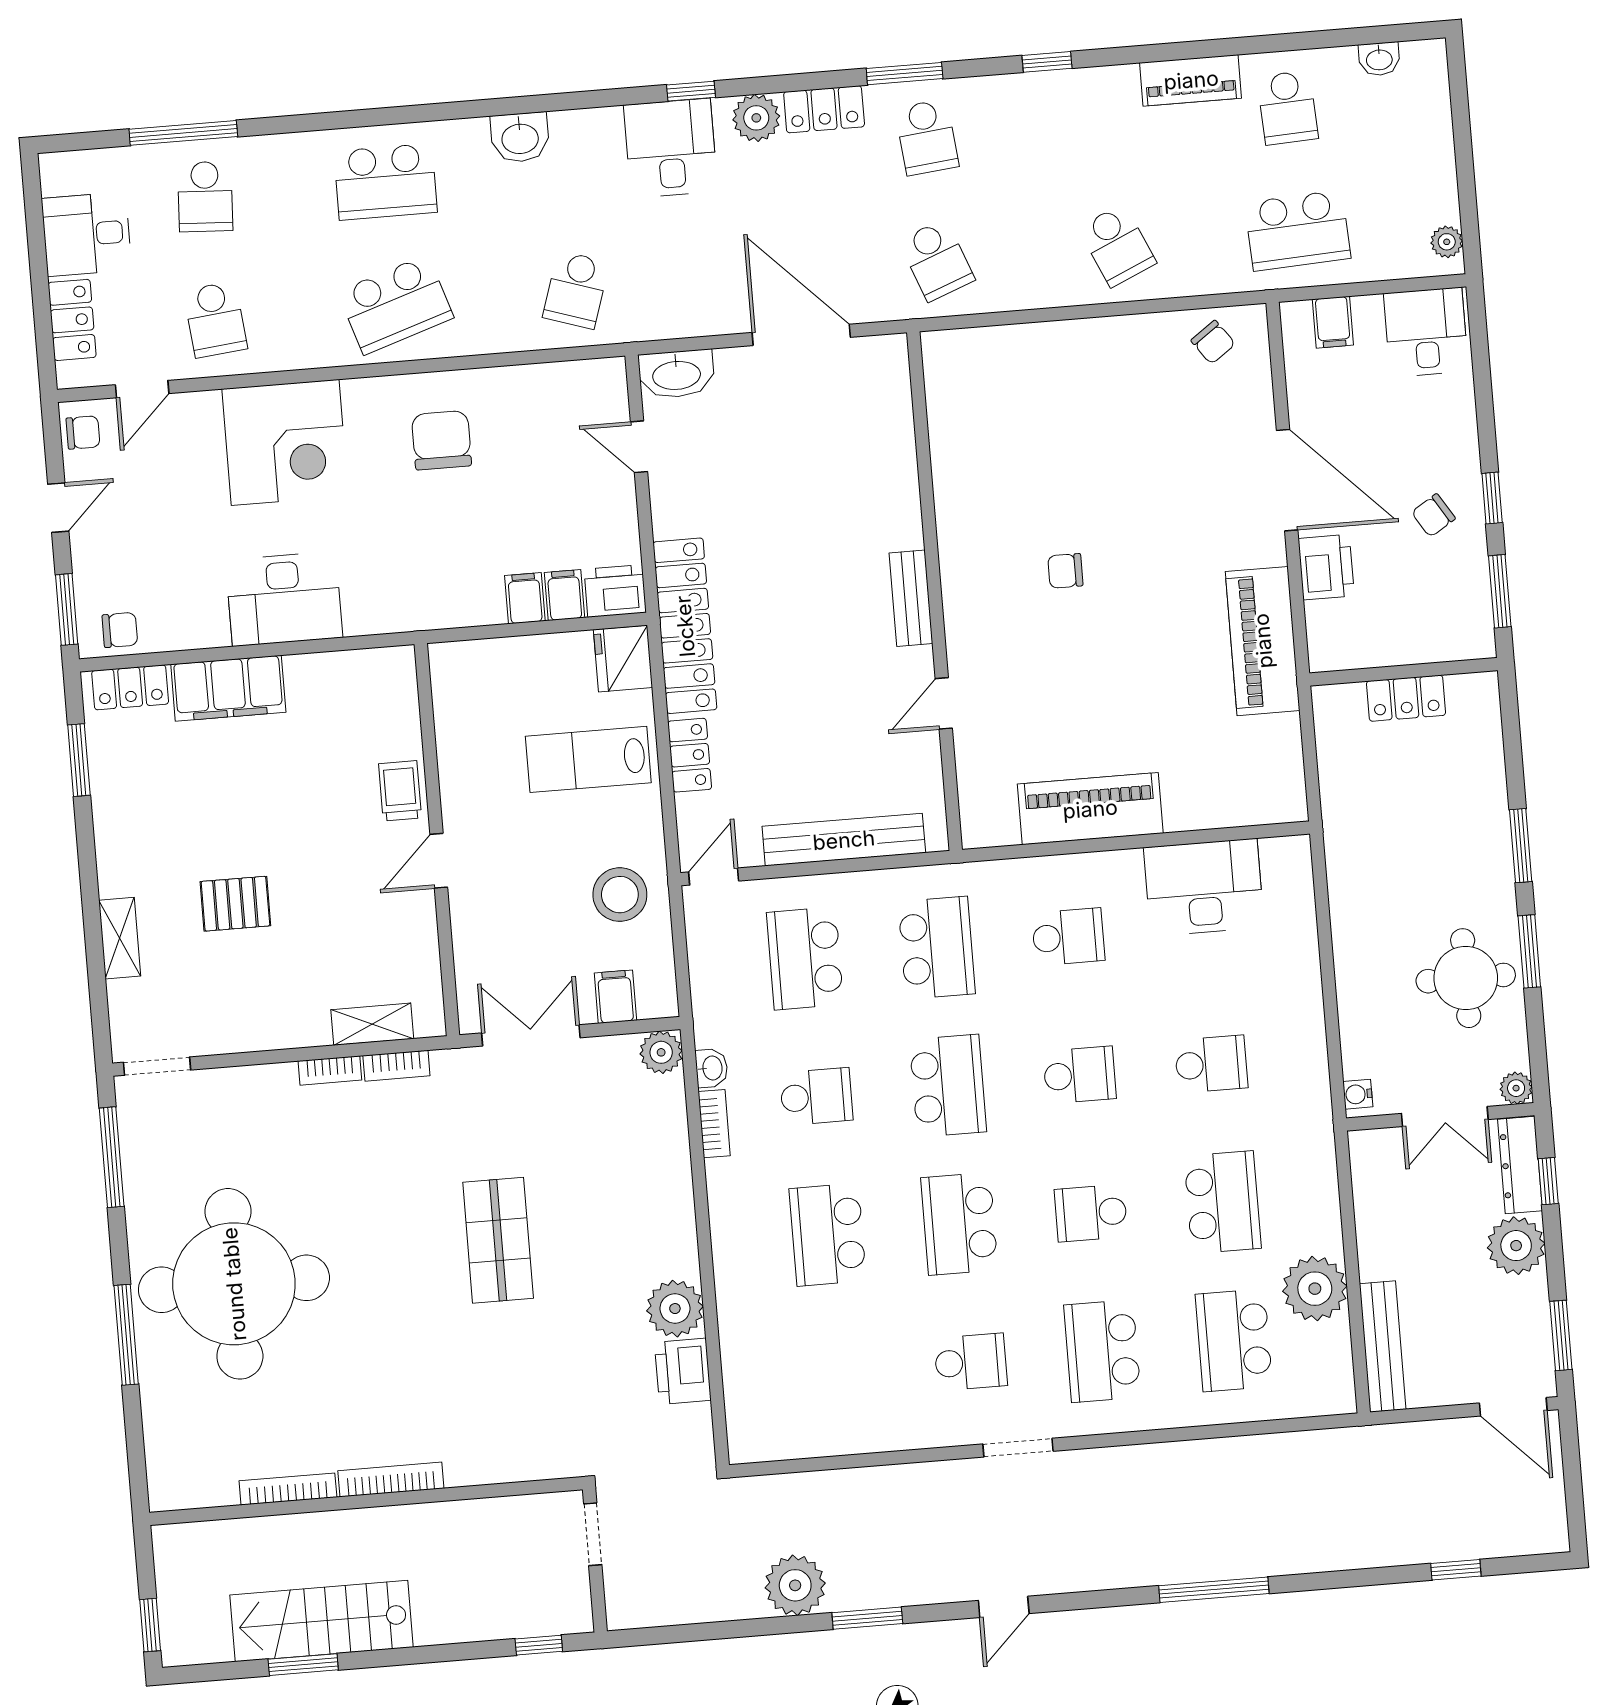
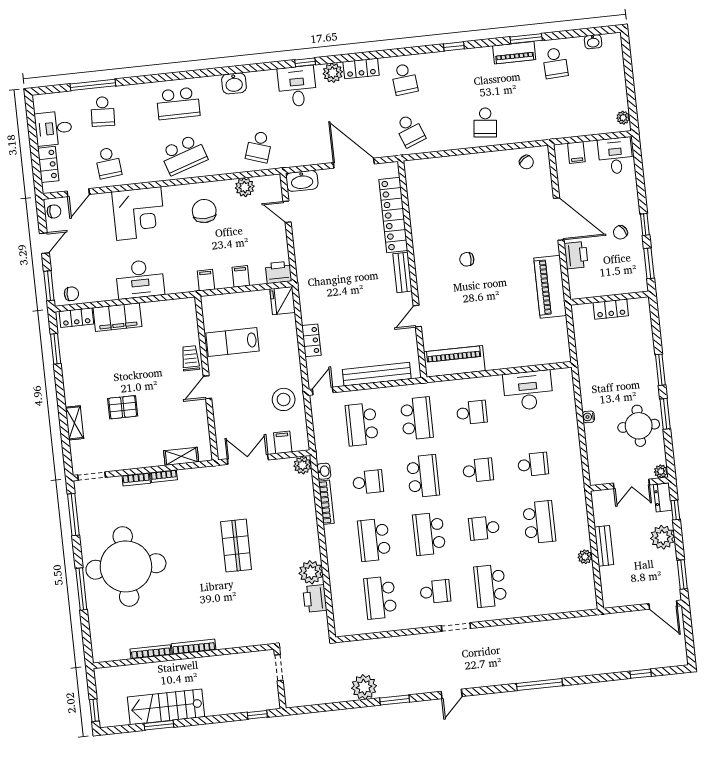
window: (905, 74) -> (526, 39), moved
school desk: (1298, 231) -> (561, 114), removed
school desk: (1117, 245) -> (485, 123), turned 30
plant: (539, 386) -> (245, 187), added
filing cabinet: (565, 595) -> (206, 280), moved
locker: (685, 626) -> (393, 215), moved, turned 180
lab bench: (588, 759) -> (232, 342), moved
piano: (1090, 809) -> (454, 361), moved
bookcase: (396, 1066) -> (136, 479), moved
water cooler: (1358, 1094) -> (588, 417), moved
bookcase: (714, 1124) -> (326, 502), width x1.56
dresser: (1520, 1165) -> (663, 498), width x0.70
plant: (1315, 1289) -> (585, 557), width x0.53, depth x0.53
school desk: (1234, 1340) -> (380, 598), moved
bench: (1383, 1347) -> (604, 546), moved, width x0.73

